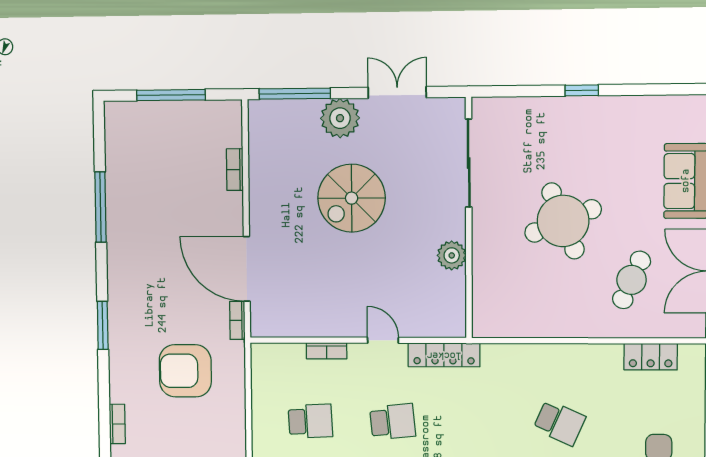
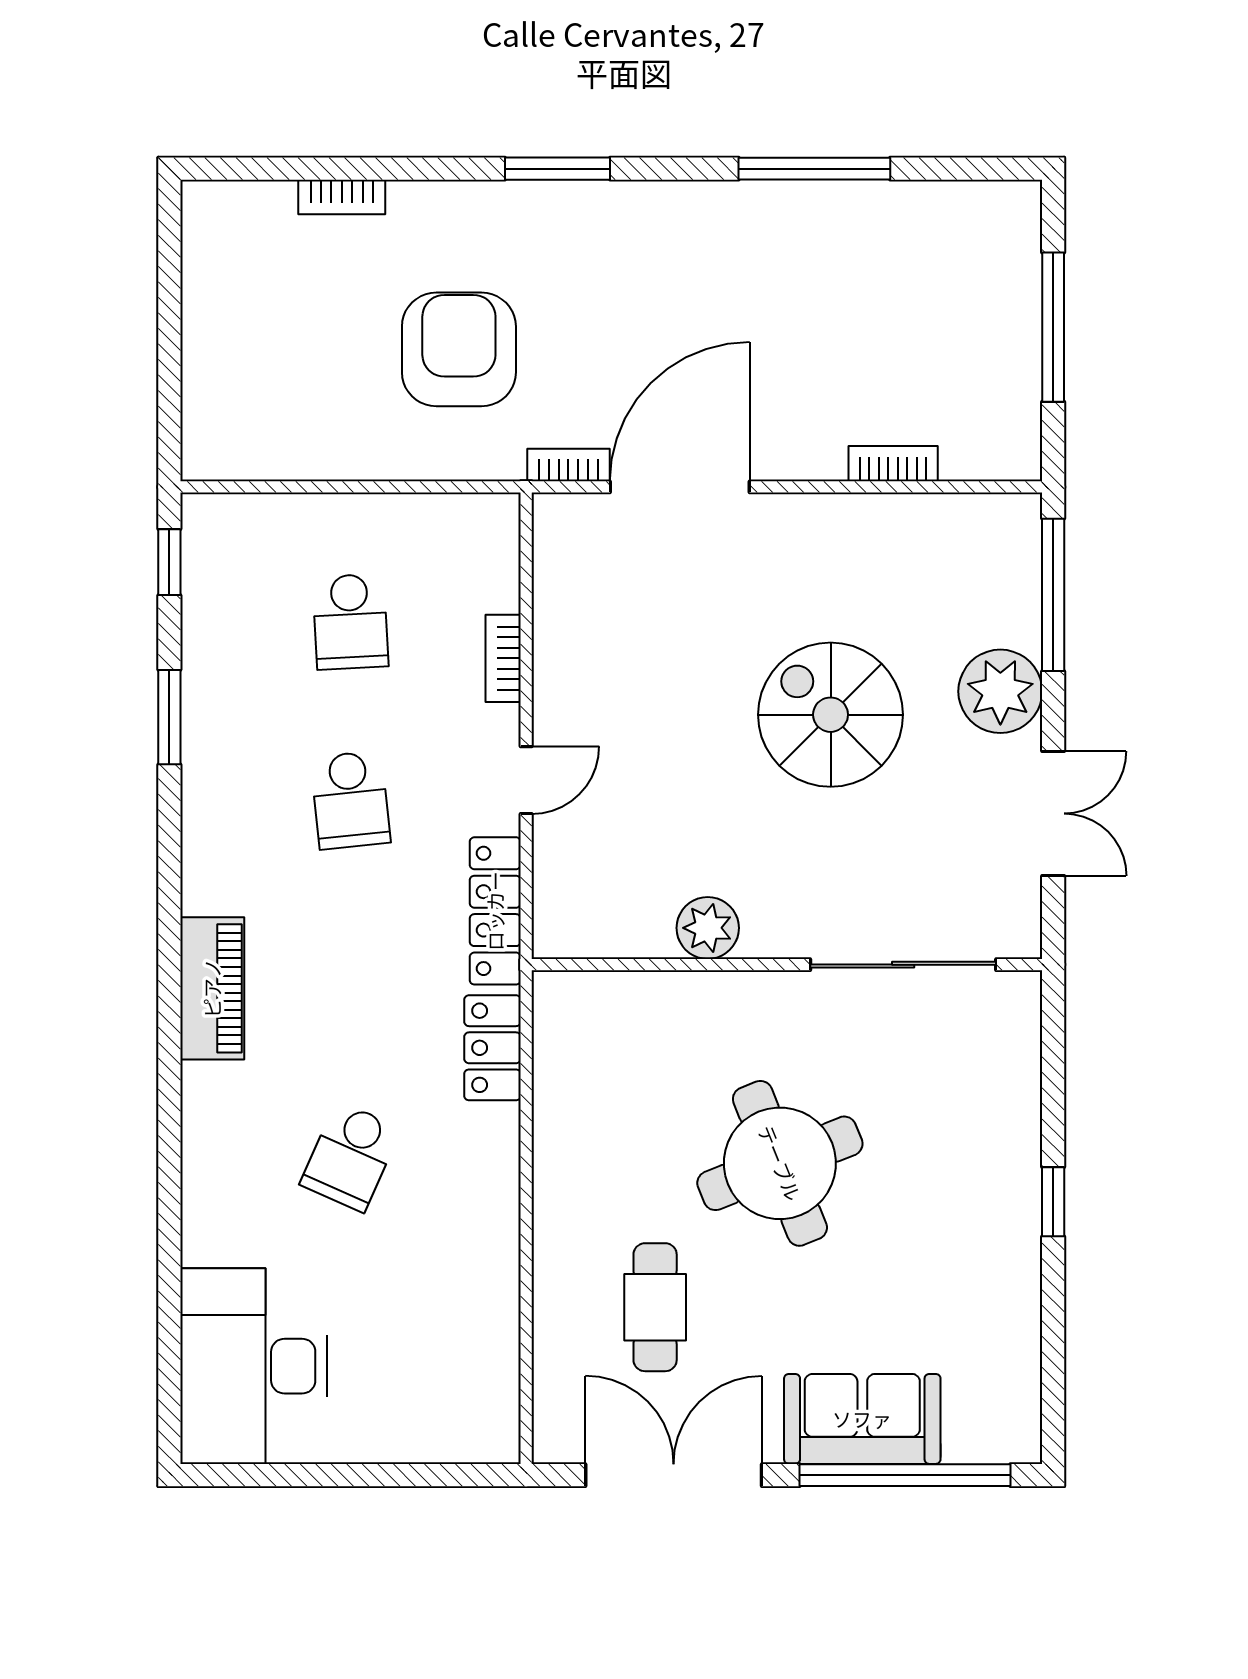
cafe table: (632, 280) -> (655, 1307), turned 66
locker: (651, 357) -> (493, 1048), moved

